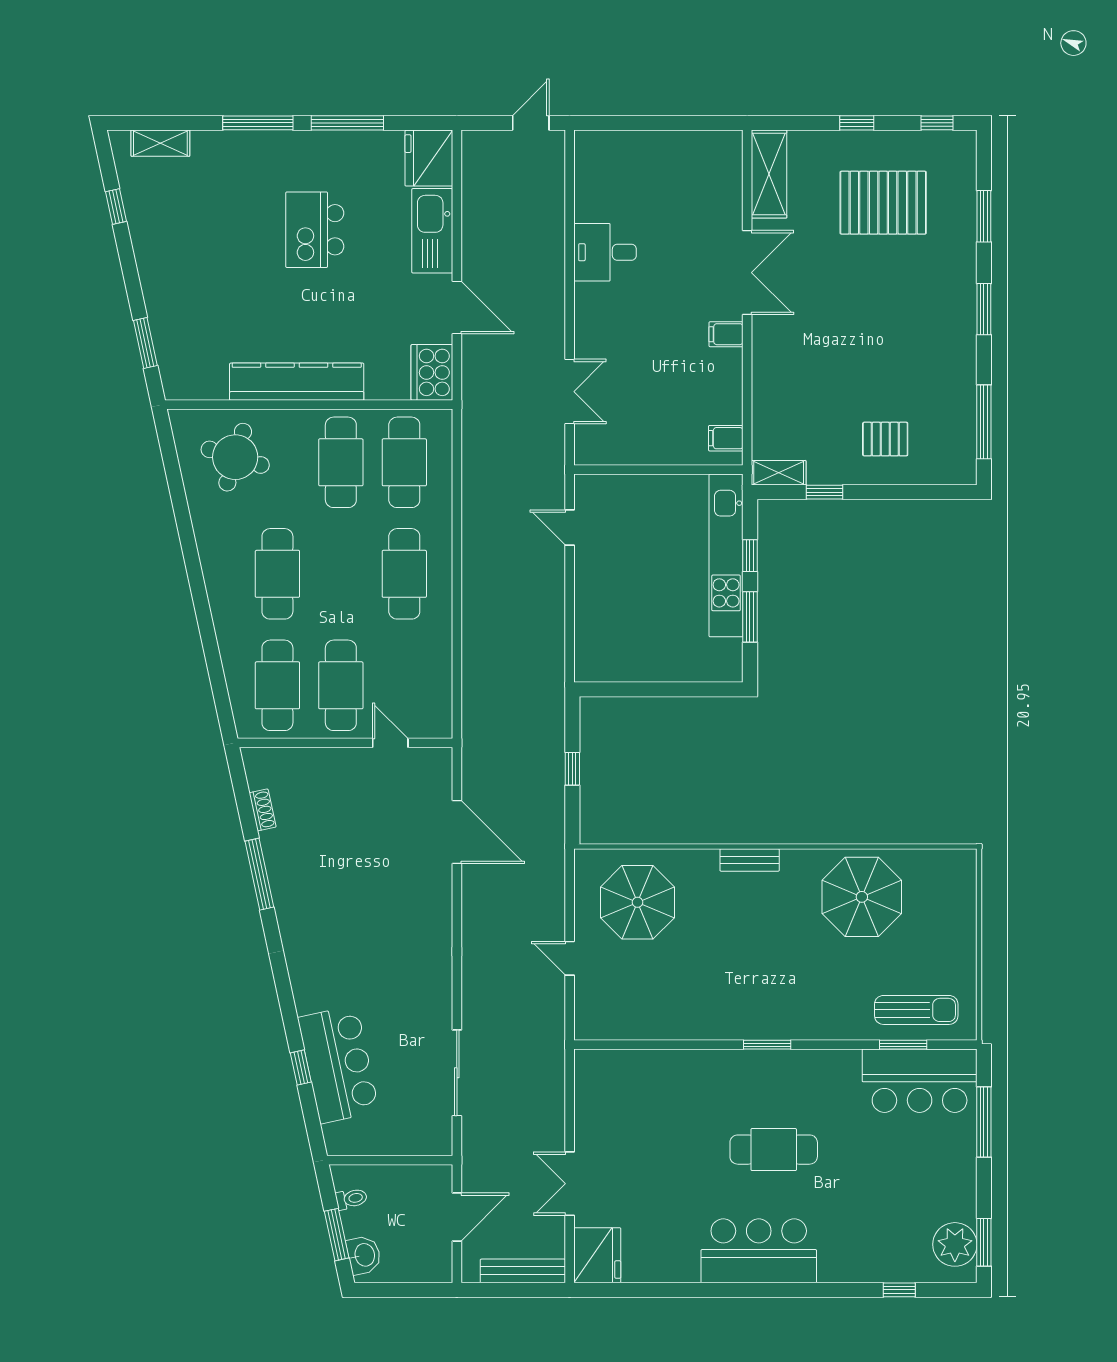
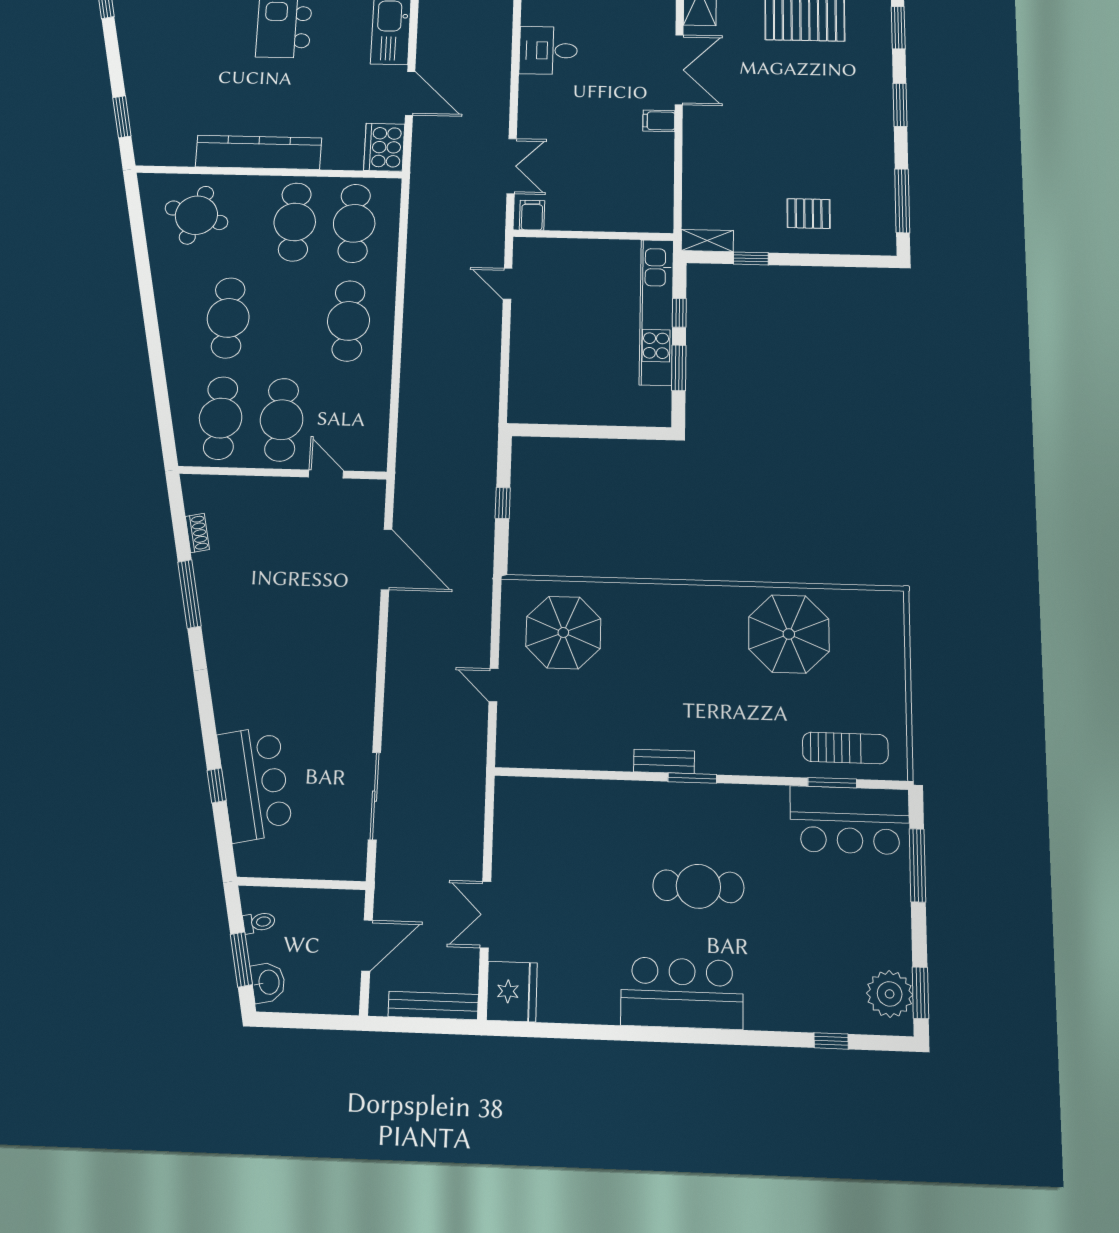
filing cabinet: (726, 438) -> (532, 215), moved, turned 90
bench: (750, 860) -> (664, 761), moved

